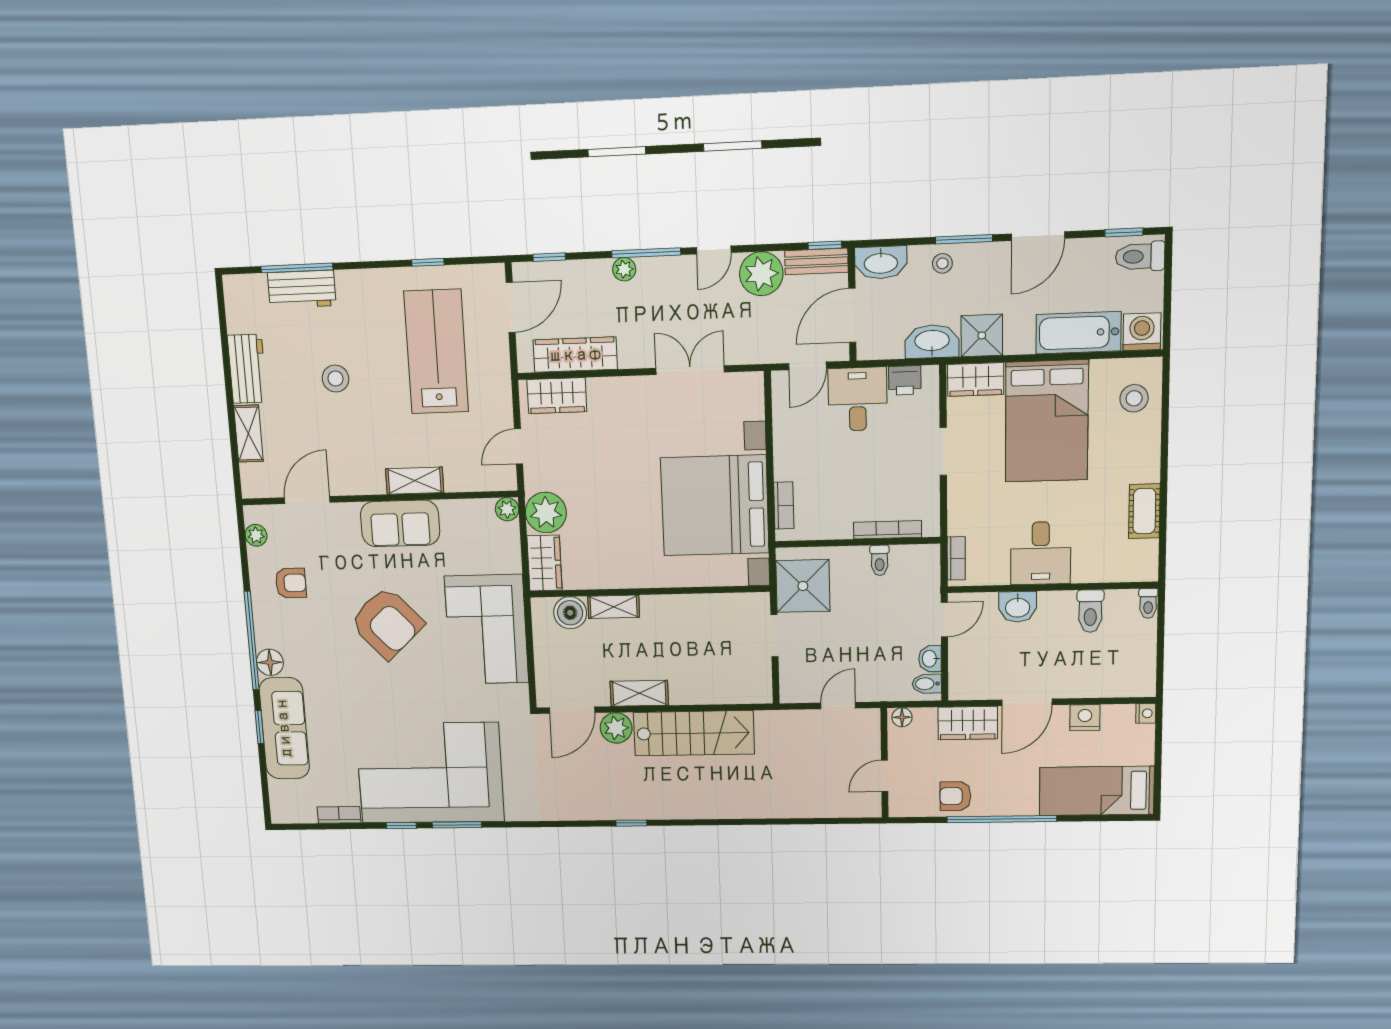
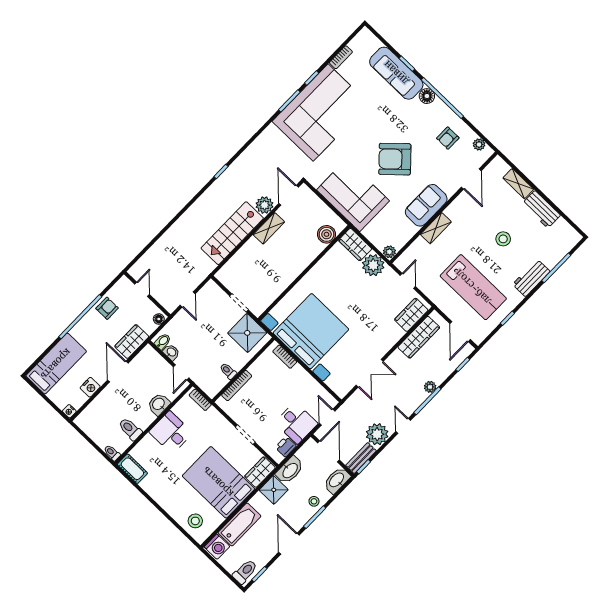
workbench: (302, 289) -> (531, 278), moved
cot: (1144, 511) -> (132, 469), moved
shelving: (614, 607) -> (312, 253), removed

